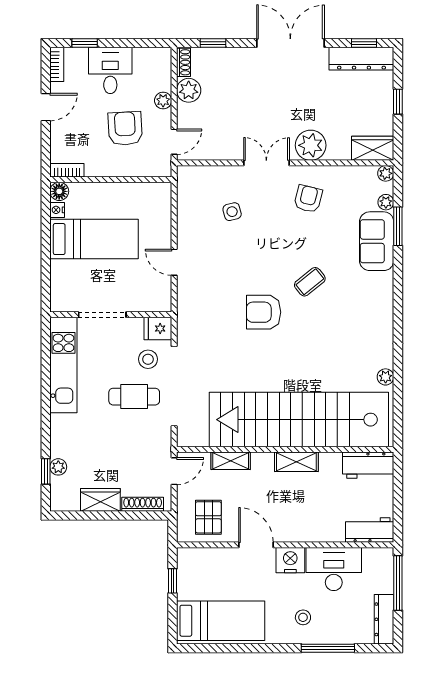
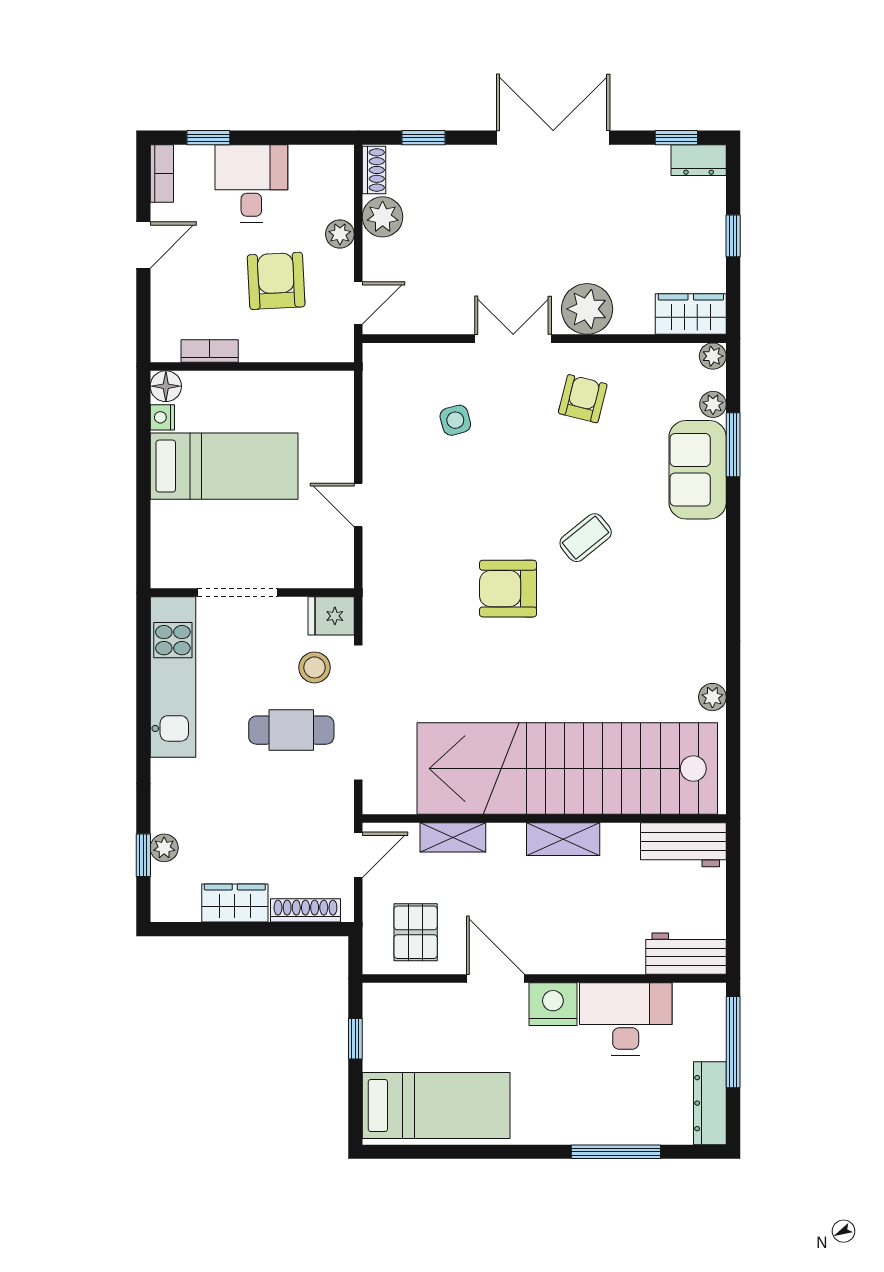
dresser: (361, 59) -> (699, 160), width x0.51, depth x0.80
bookcase: (67, 170) -> (210, 351), moved
stool: (303, 617) -> (574, 1100), removed

